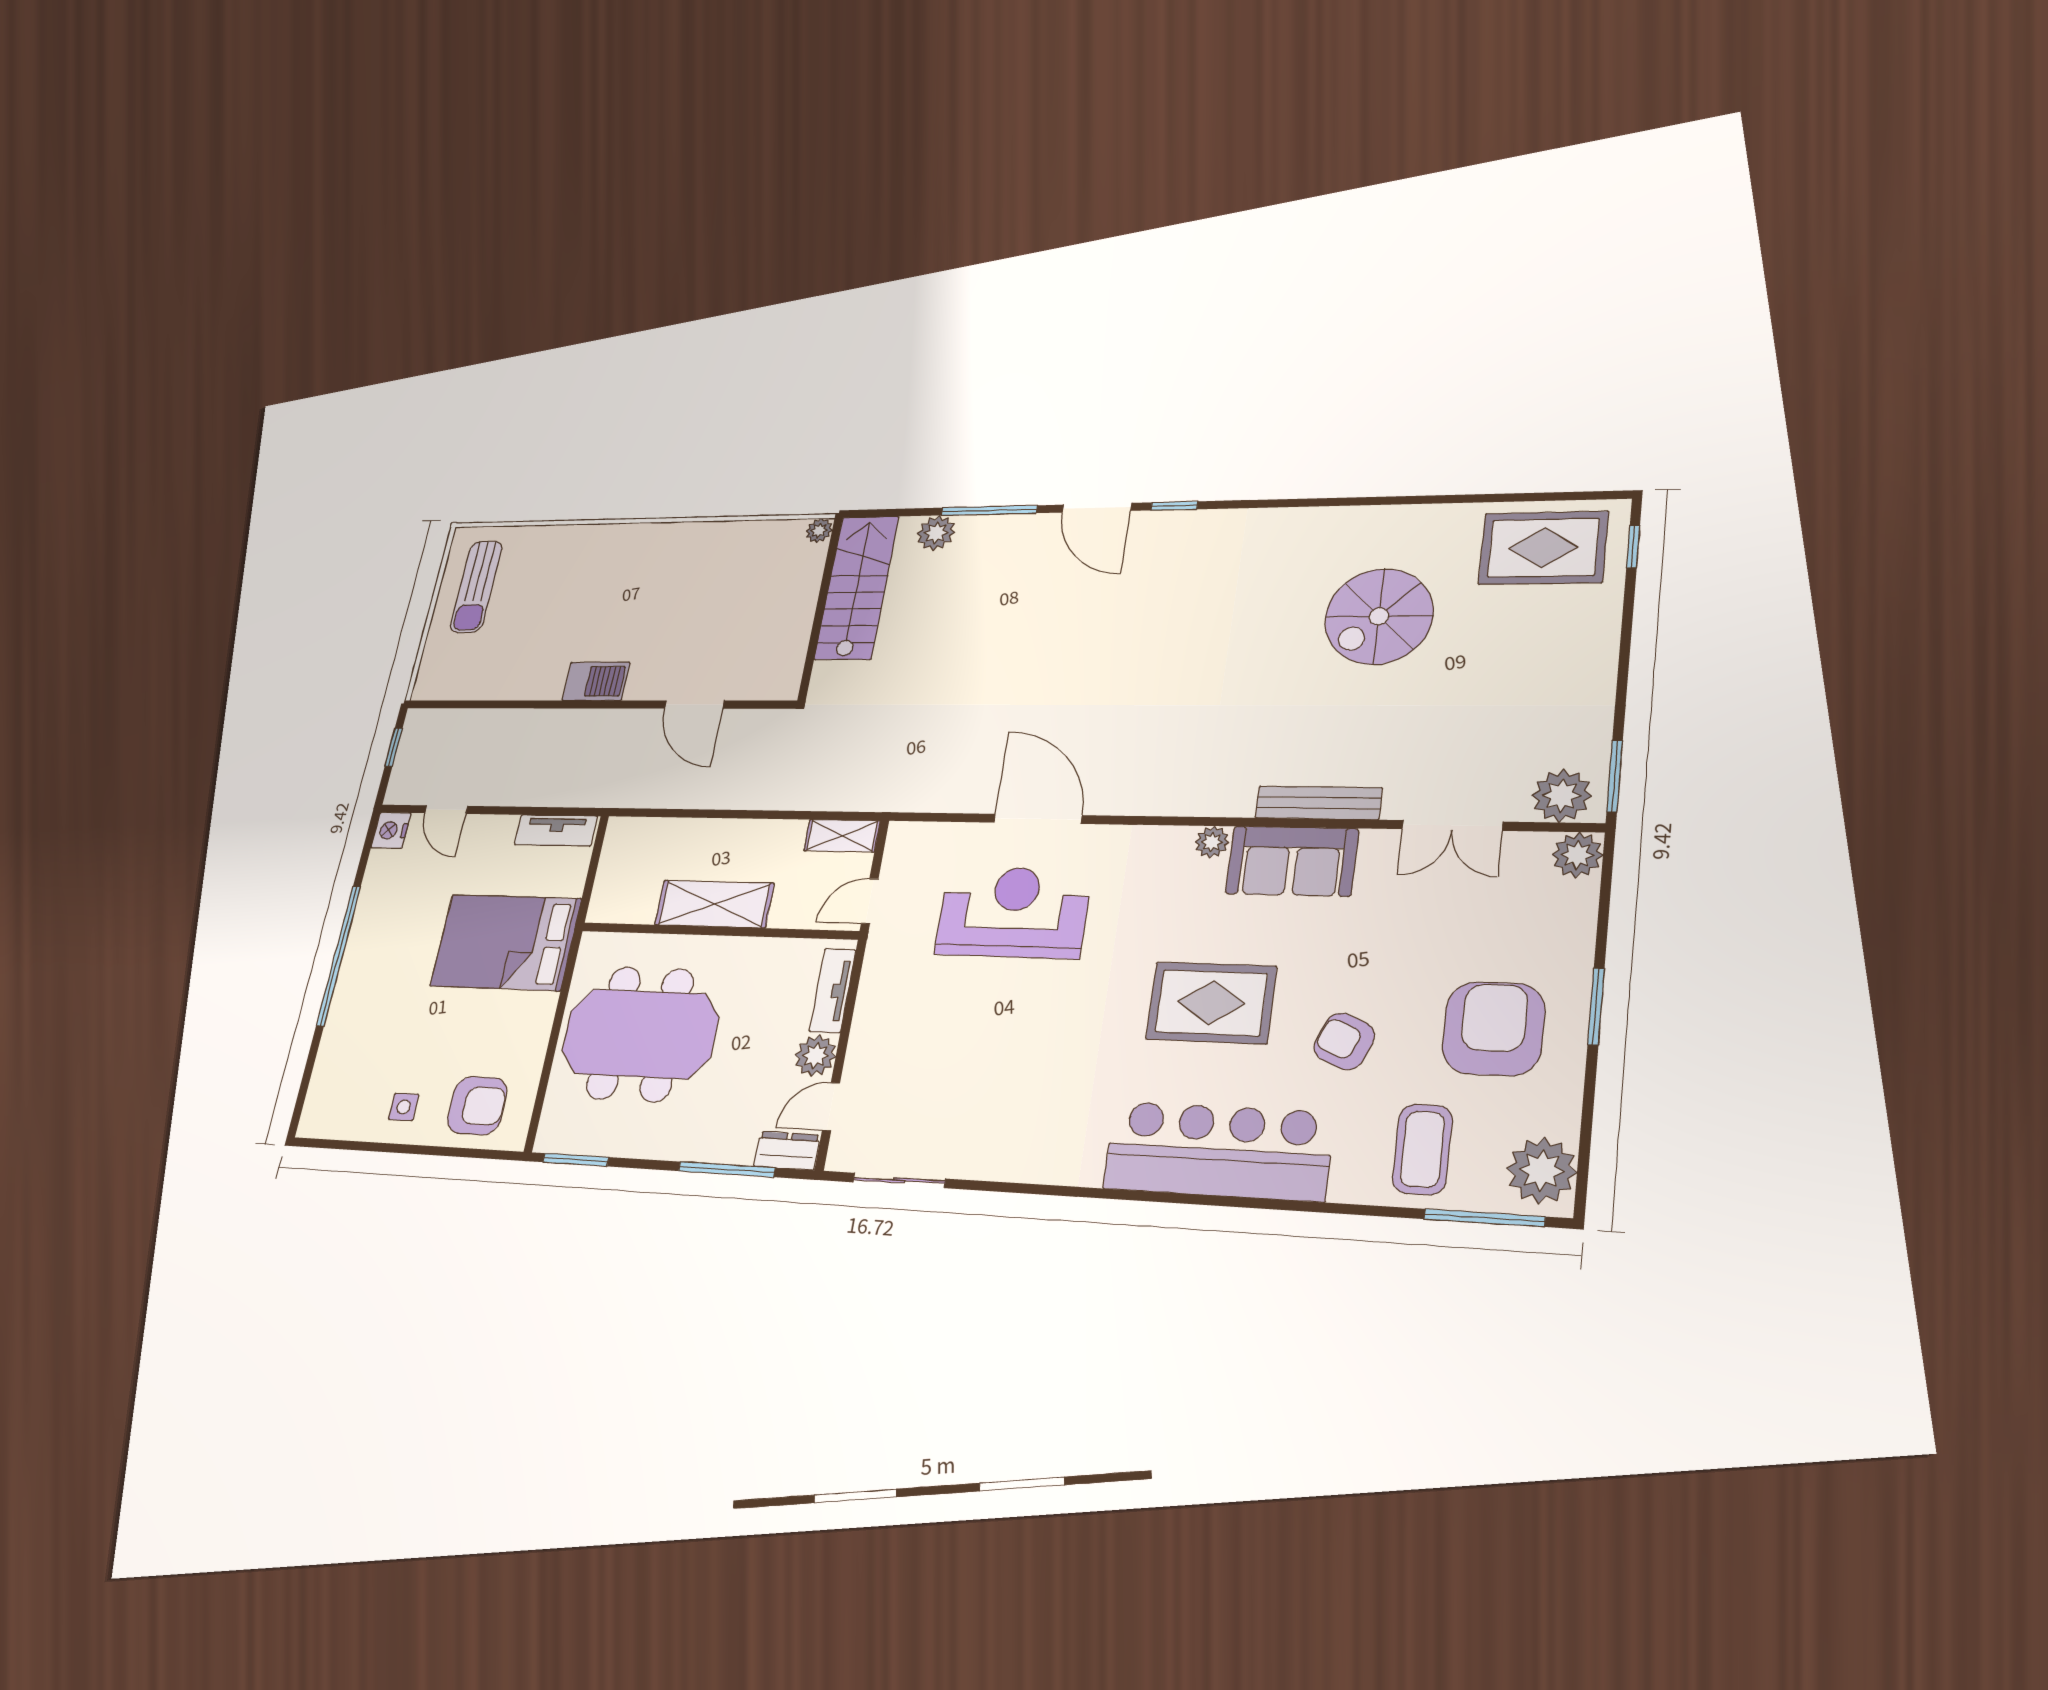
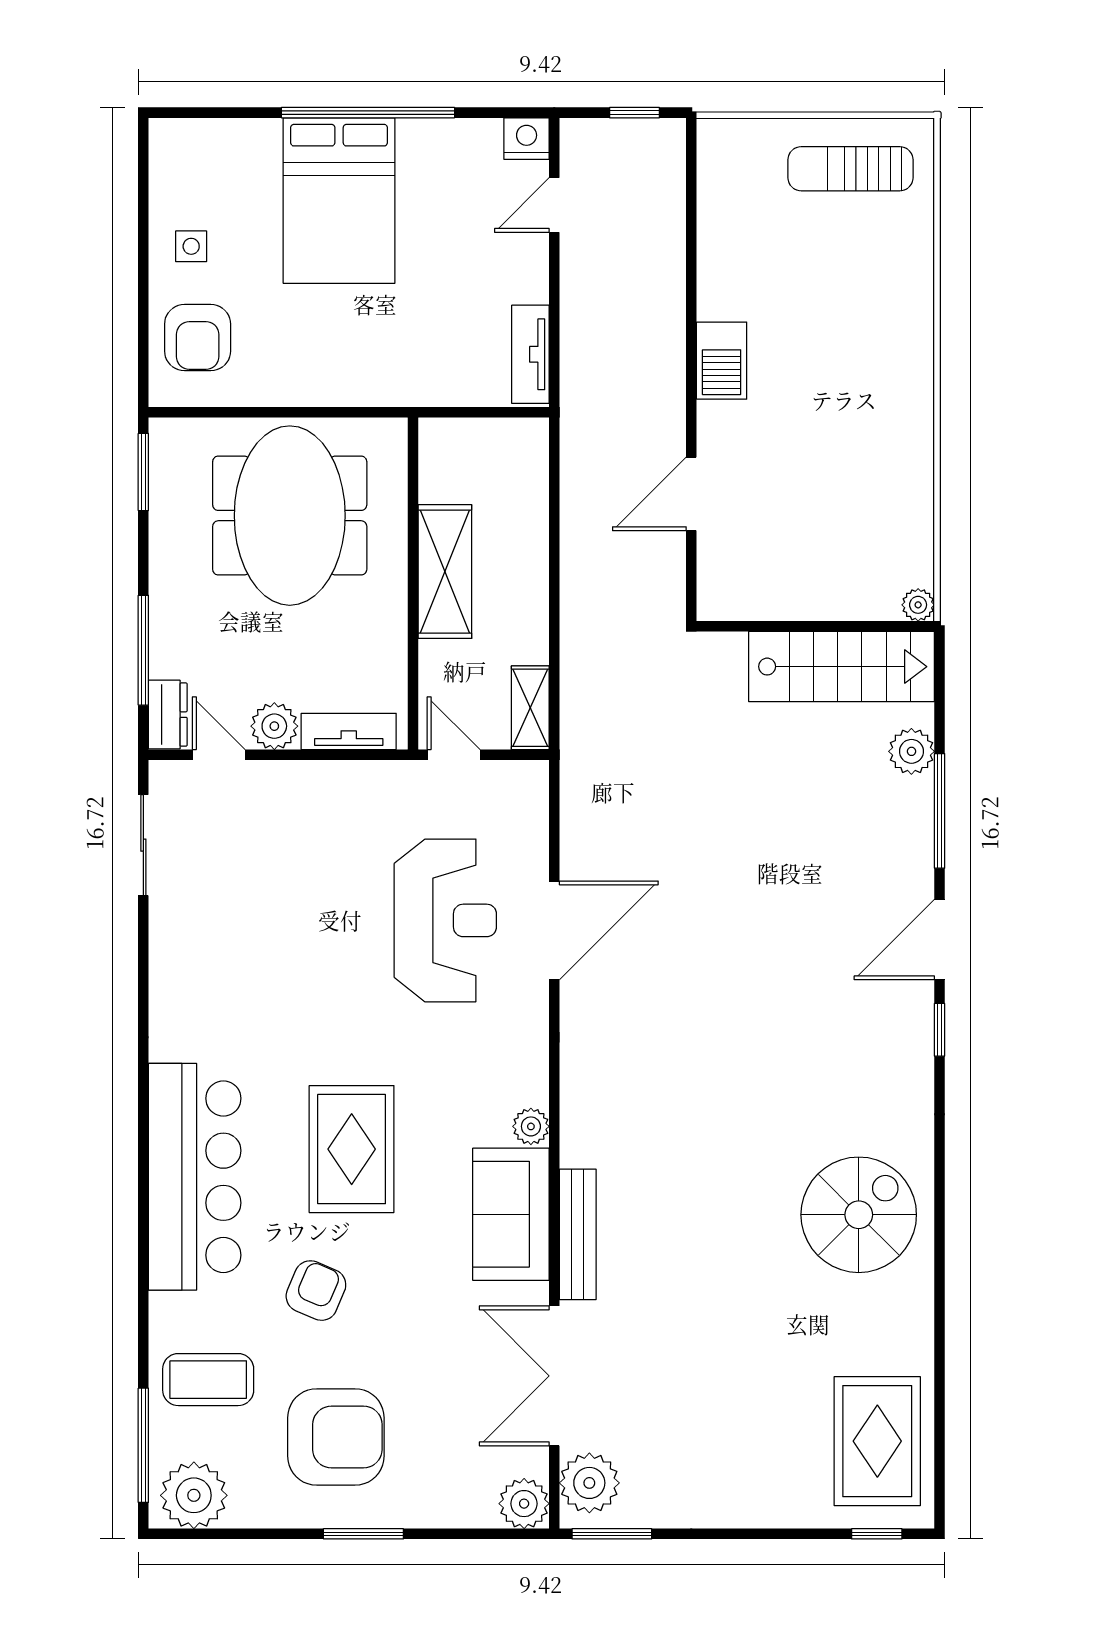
spiral stairs: (1379, 616) -> (859, 1215), moved, turned 90
double door: (1452, 825) -> (554, 1376), width x1.37
bed: (506, 942) -> (339, 201), moved, turned 180

